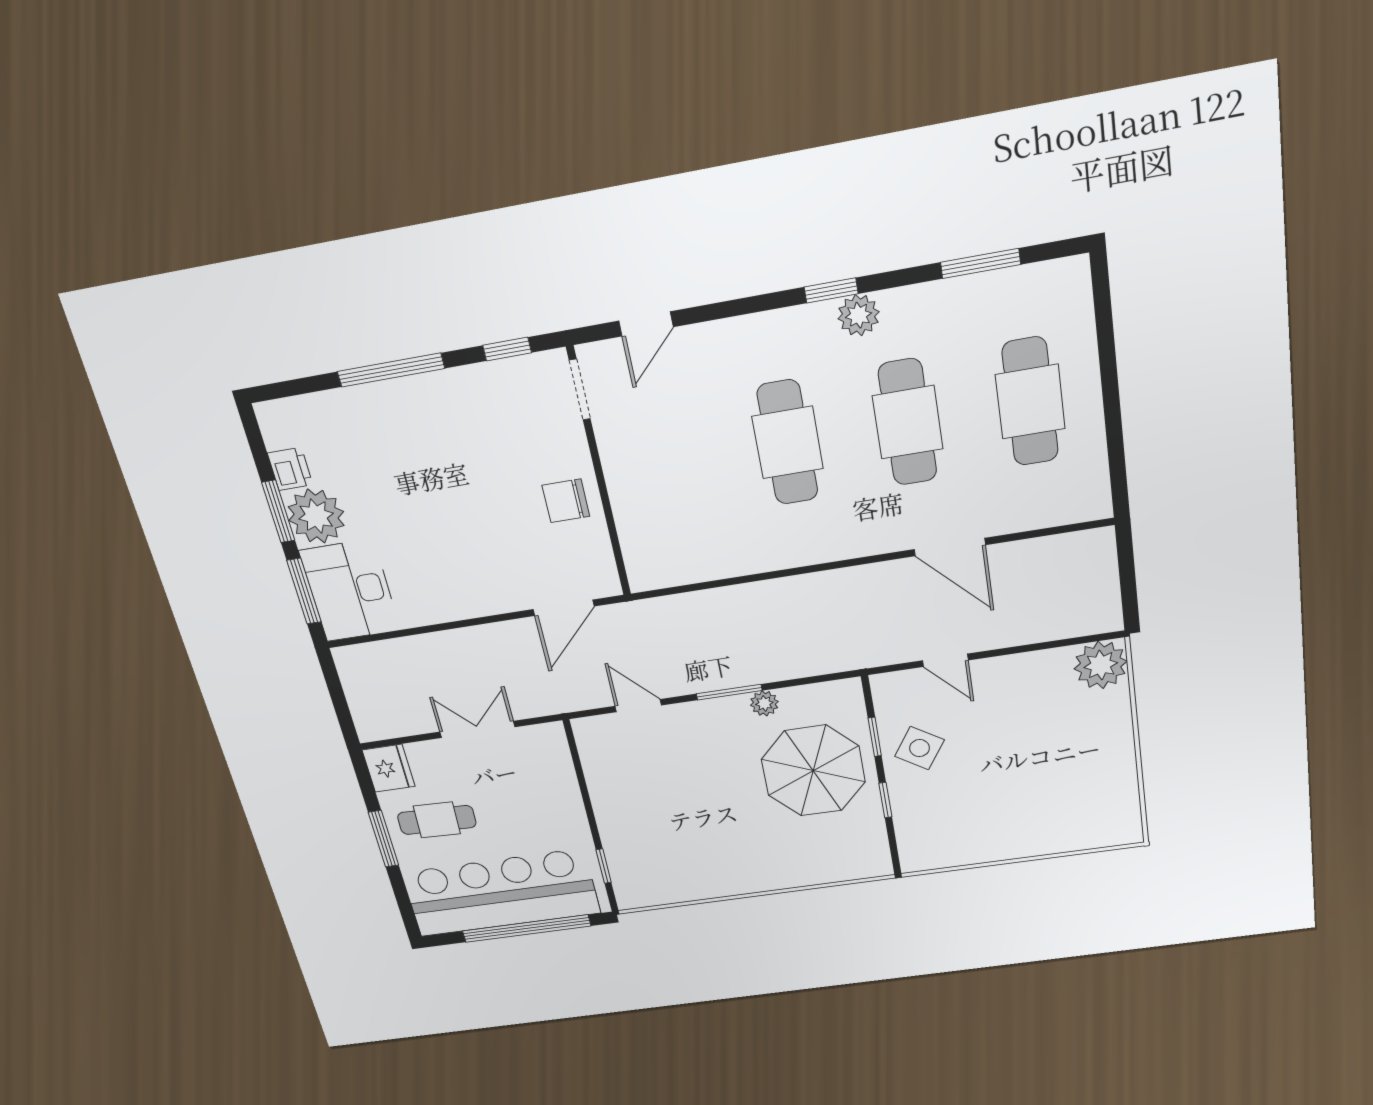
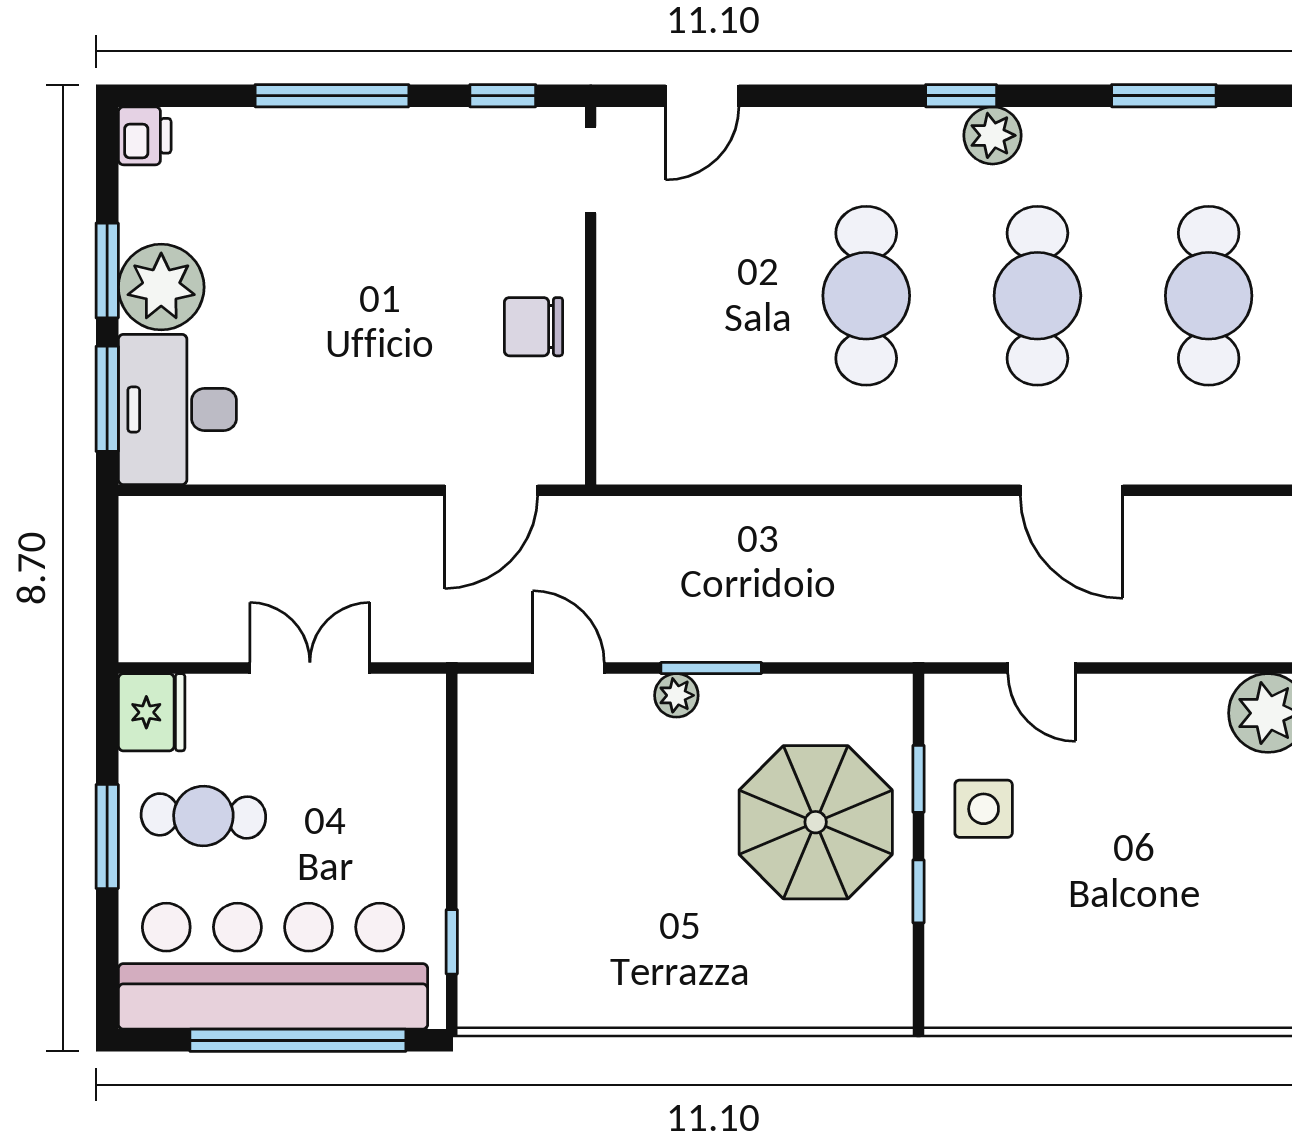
printer: (290, 469) -> (145, 136), moved
plant: (764, 703) -> (676, 695), moved
side table: (919, 748) -> (984, 809), turned -33

